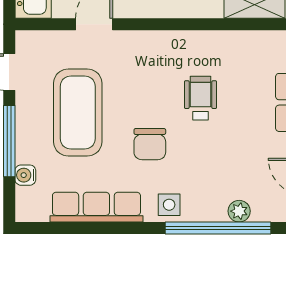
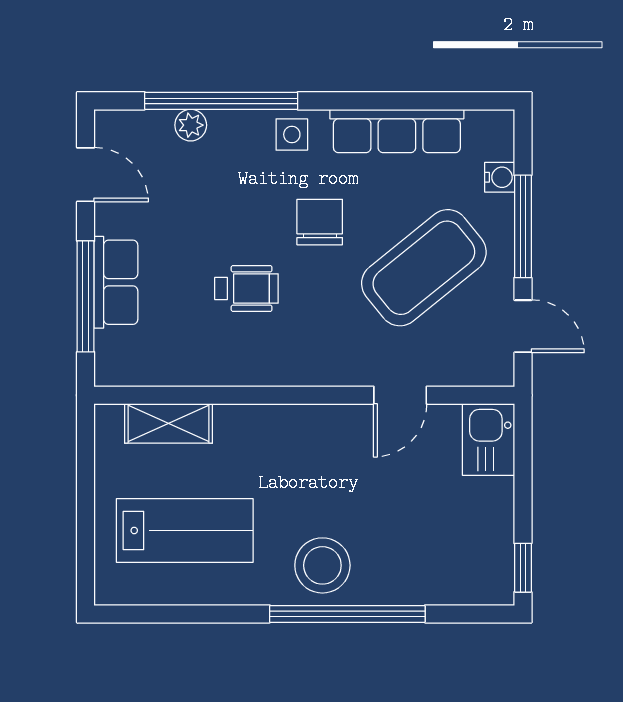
wheelchair: (201, 98) -> (246, 288), turned -90
coffee table: (78, 113) -> (424, 268), turned 51

